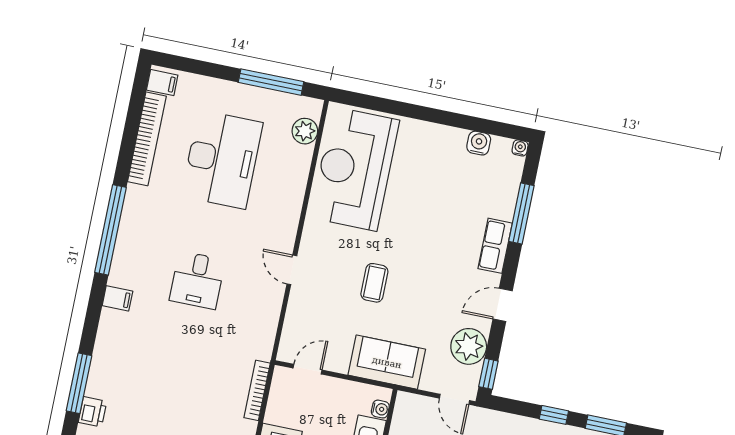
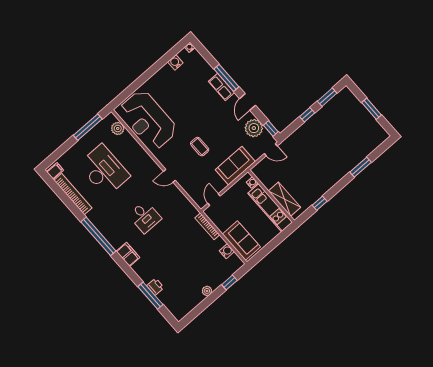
window: (521, 213) -> (226, 78), moved
filing cabinet: (117, 298) -> (128, 254), width x2.00
printer: (92, 412) -> (155, 287), moved

